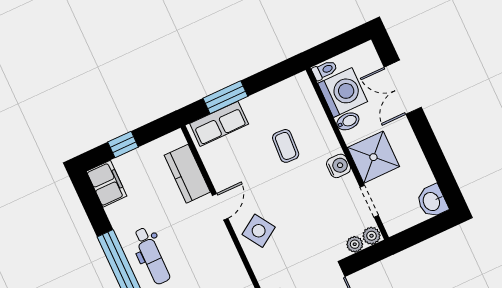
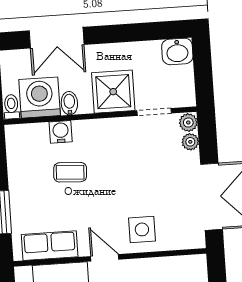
row of seats: (219, 124) -> (50, 246), moved, turned -90
water cooler: (339, 166) -> (61, 132), moved
side table: (259, 231) -> (142, 229), turned 33

